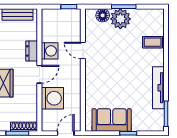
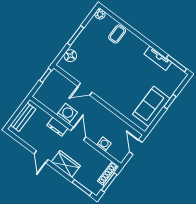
plant: (120, 19) -> (100, 14), moved, width x0.53, depth x0.53
tv unit: (158, 88) -> (158, 58), width x0.71
washing machine: (52, 98) -> (104, 144), width x0.53, depth x0.53

